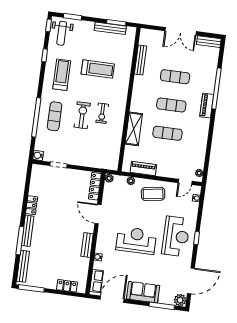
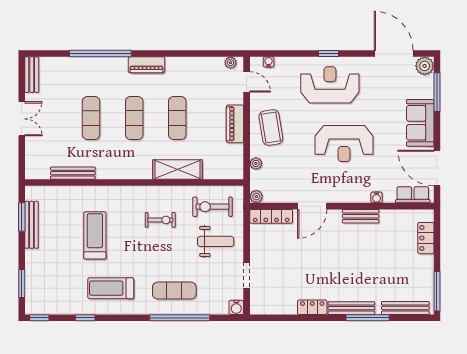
double door: (181, 31) -> (22, 119), width x0.73
weight bench: (62, 33) -> (216, 241), moved
piano: (207, 106) -> (146, 65), moved
exercise bike: (82, 115) -> (212, 207), moved
piano: (143, 169) -> (235, 124), moved
reception desk: (136, 240) -> (344, 143), turned -90

